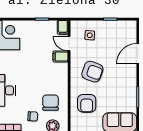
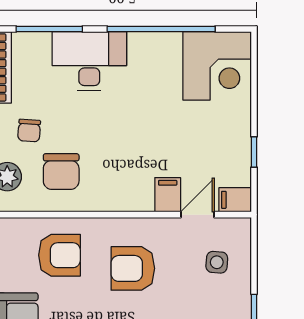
armchair: (92, 72) -> (133, 268), turned 70
chair: (51, 103) -> (61, 172), turned 90
armchair: (87, 103) -> (59, 255), turned 180

